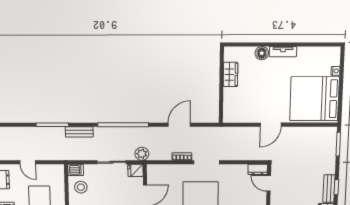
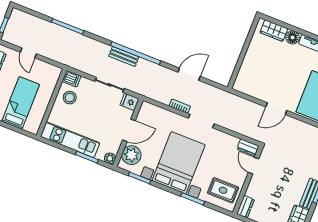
wardrobe: (230, 74) -> (274, 31), moved, turned 90
bench: (79, 132) -> (124, 56), moved
plant: (142, 154) -> (142, 88), removed

